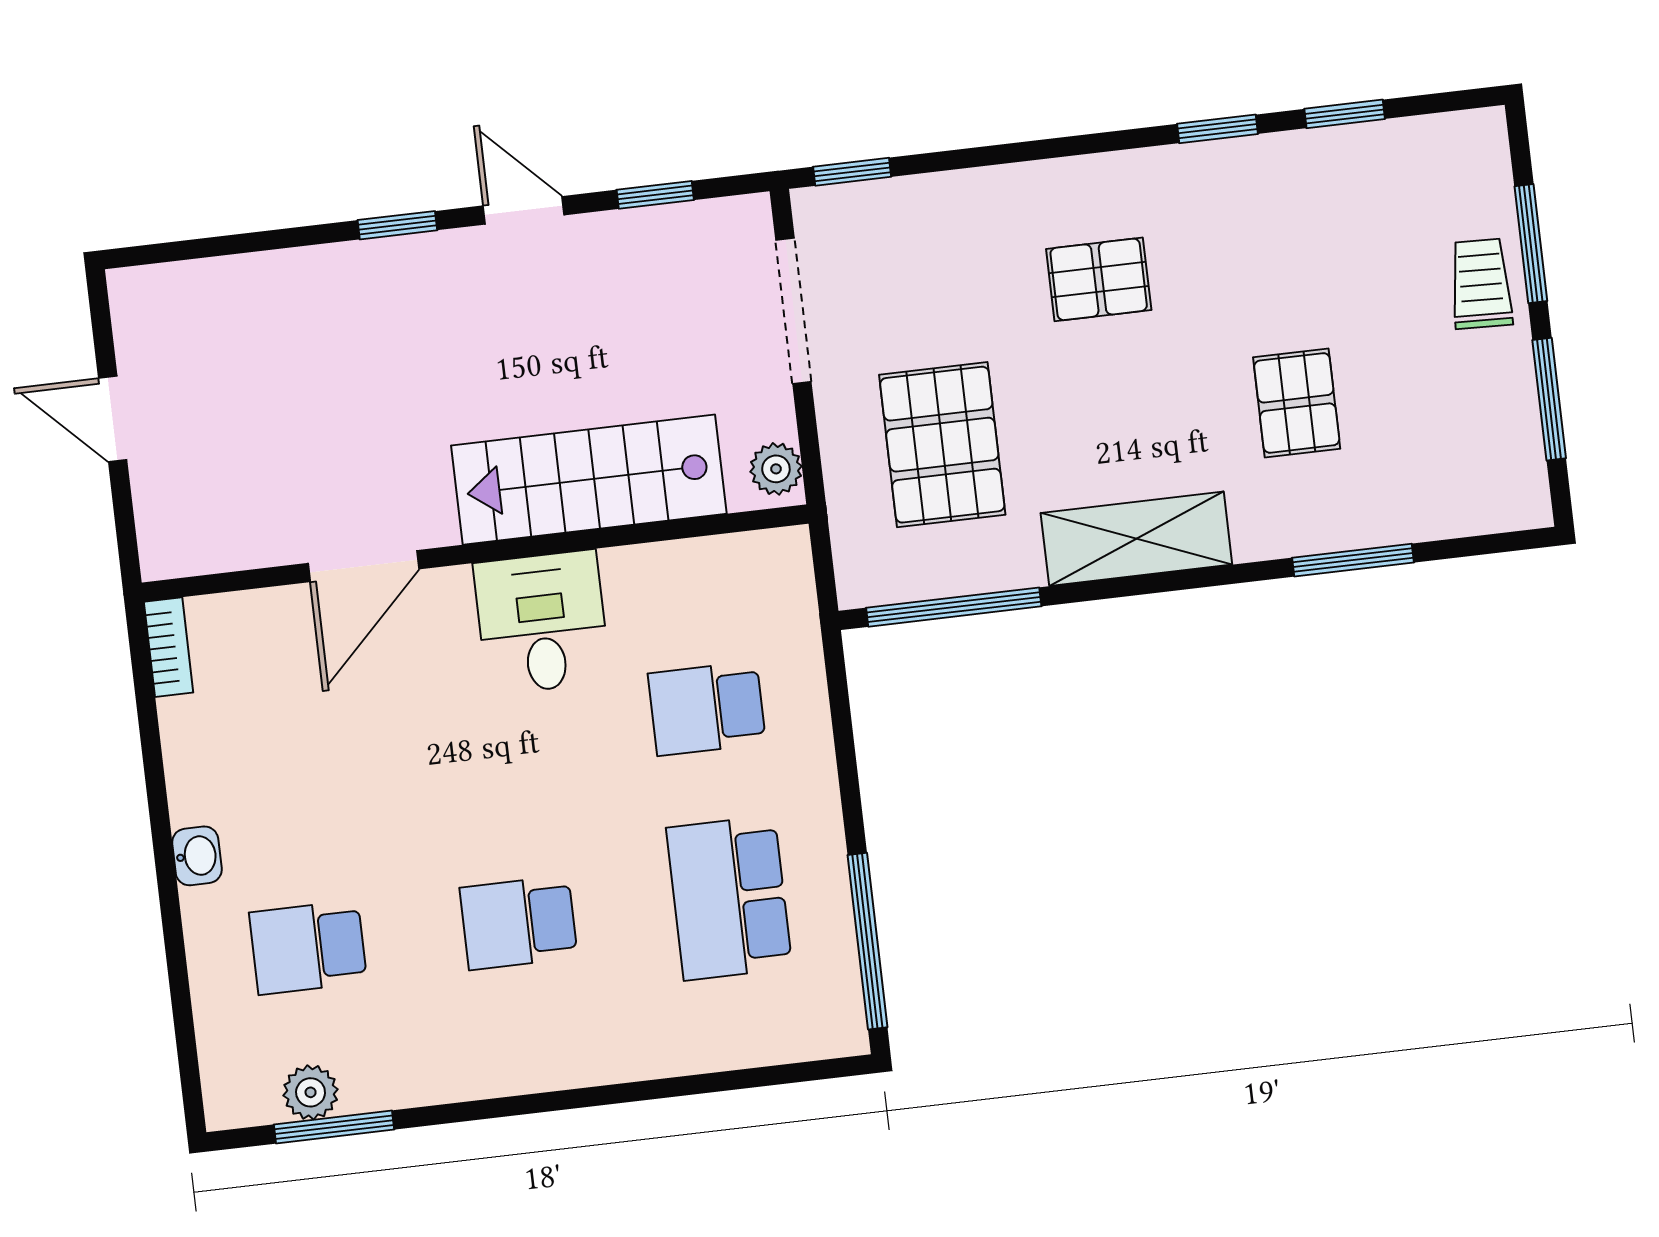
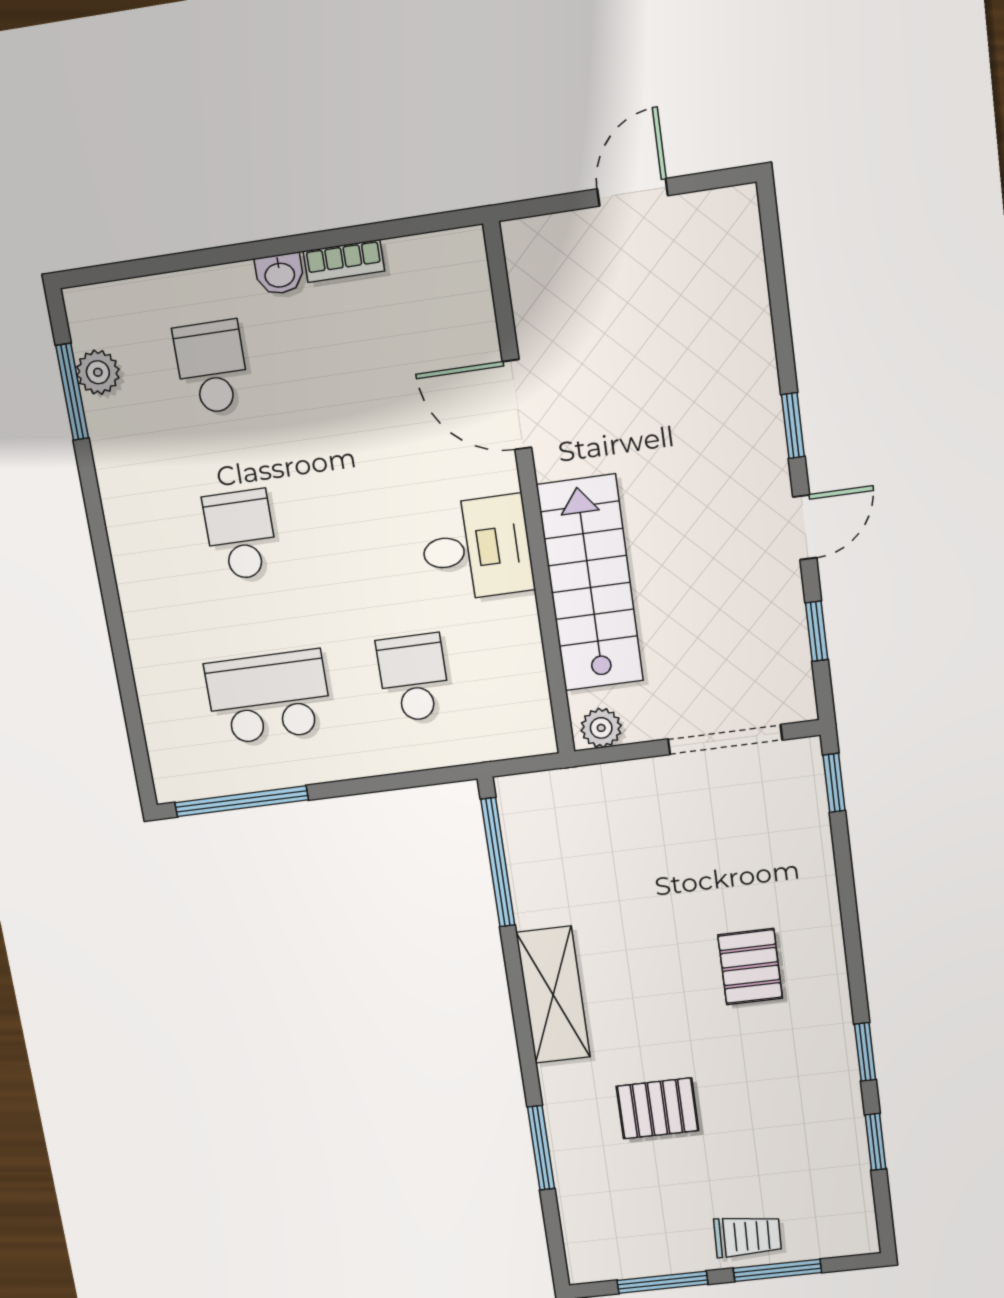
pallet: (942, 445) -> (622, 853), removed
bookcase: (169, 647) -> (344, 261), moved

